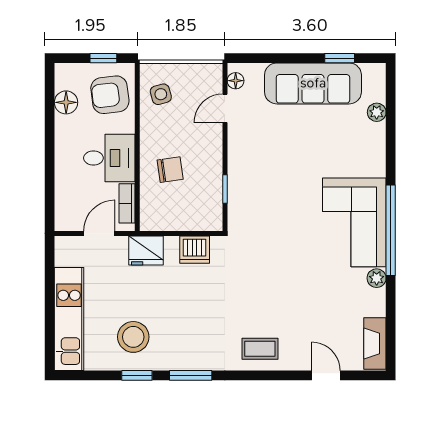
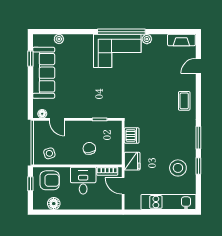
armchair: (110, 95) -> (50, 180), turned -83

